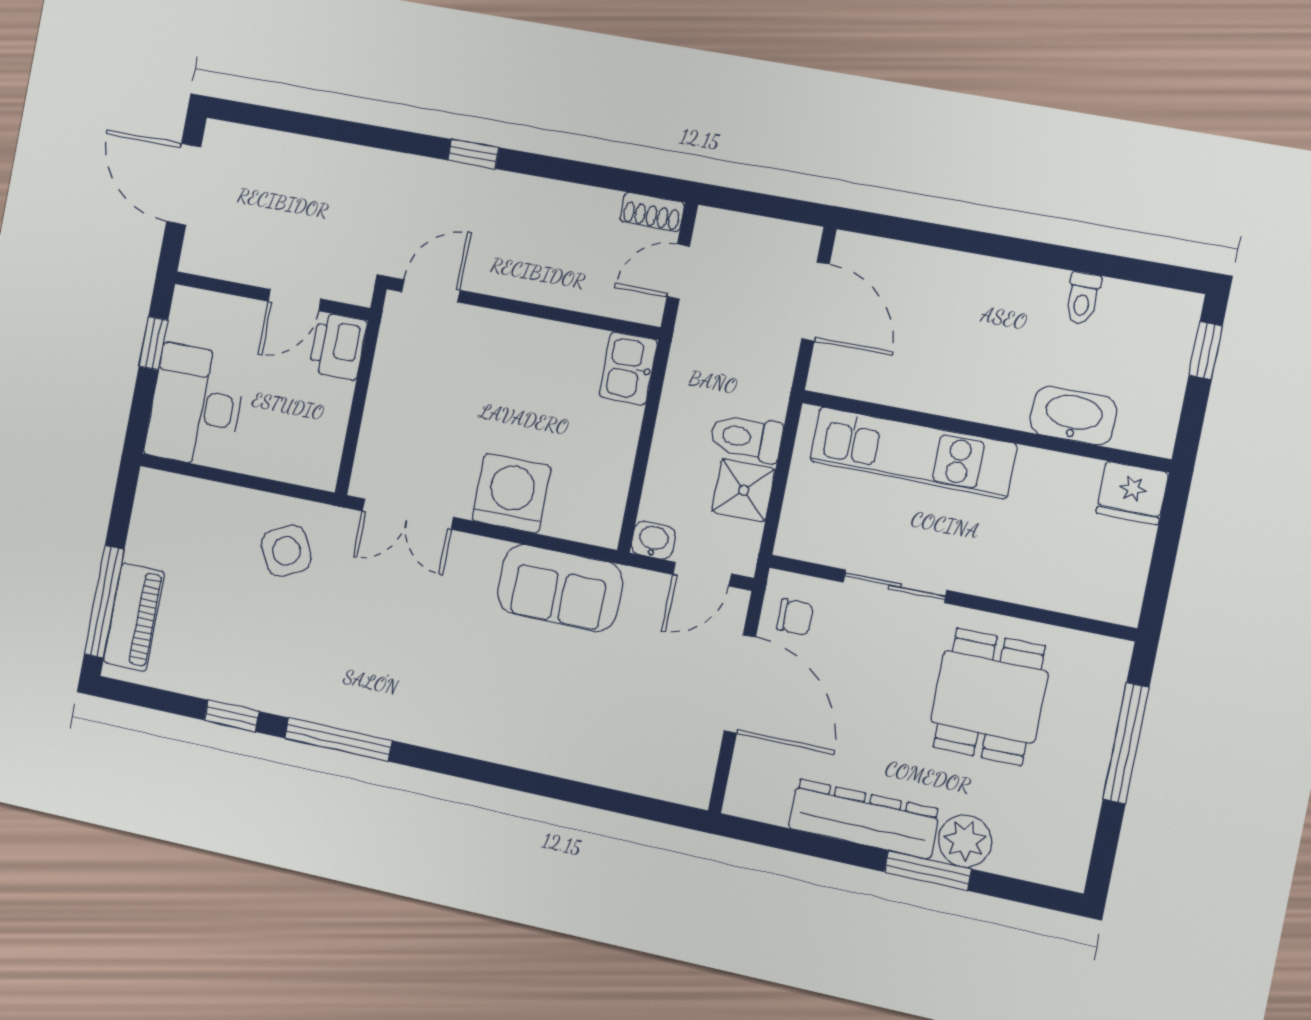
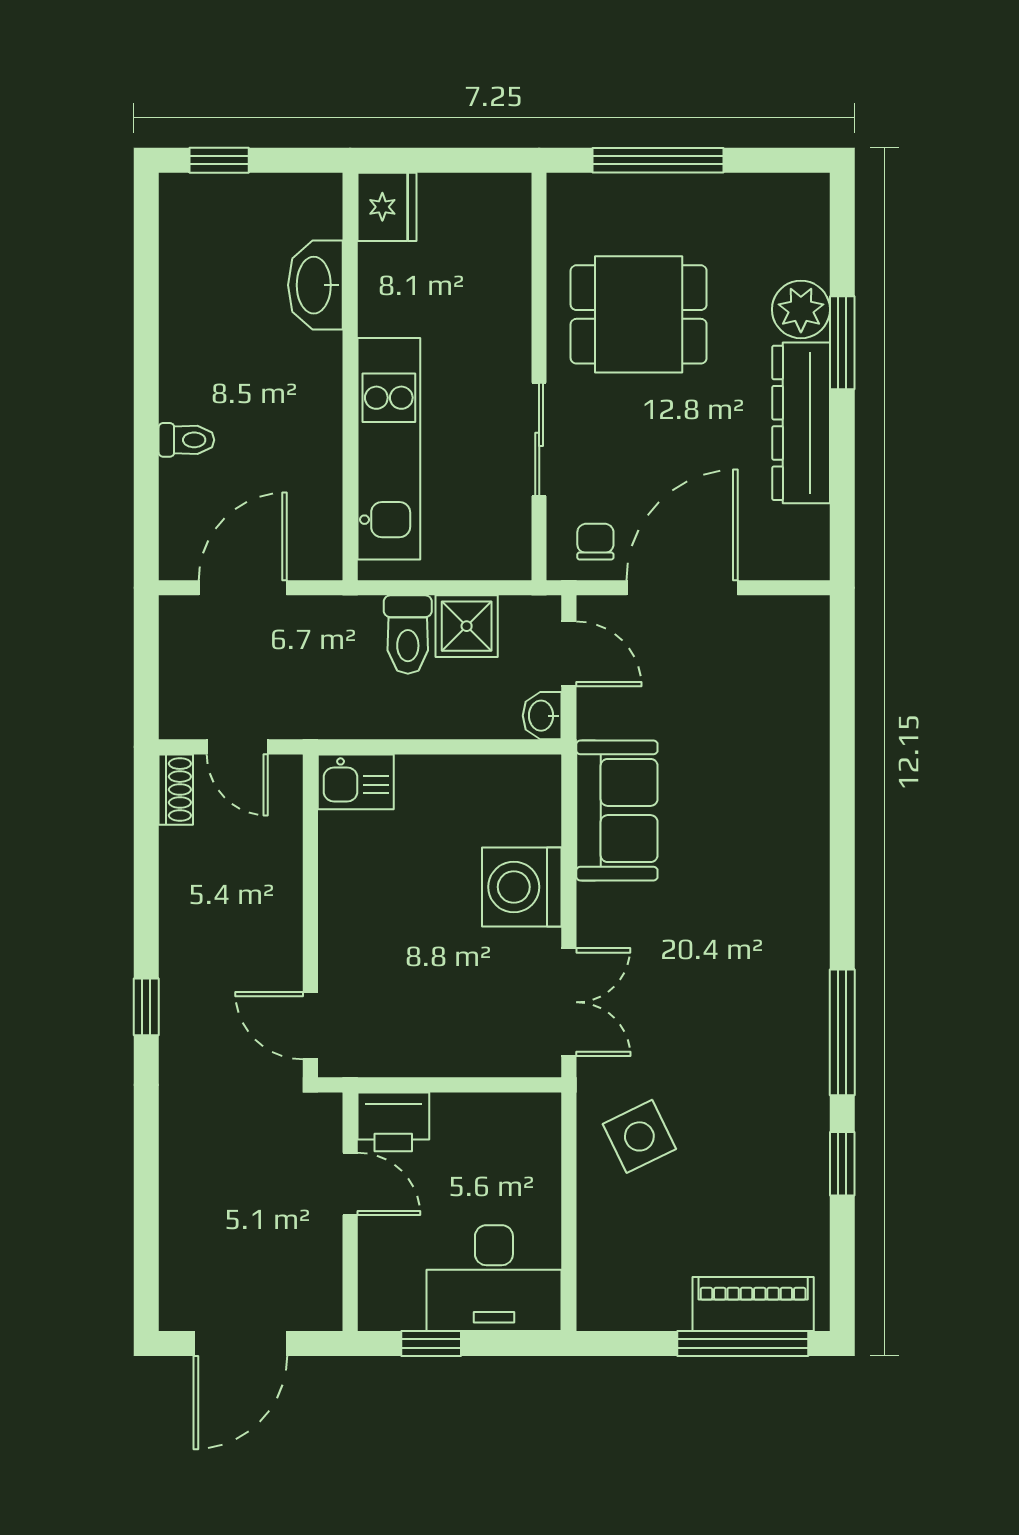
toilet: (1083, 298) -> (186, 440), moved

